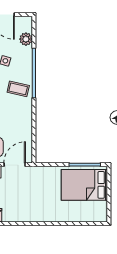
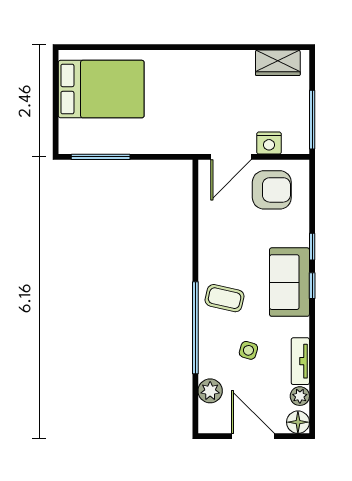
bed: (84, 185) -> (101, 89), moved

